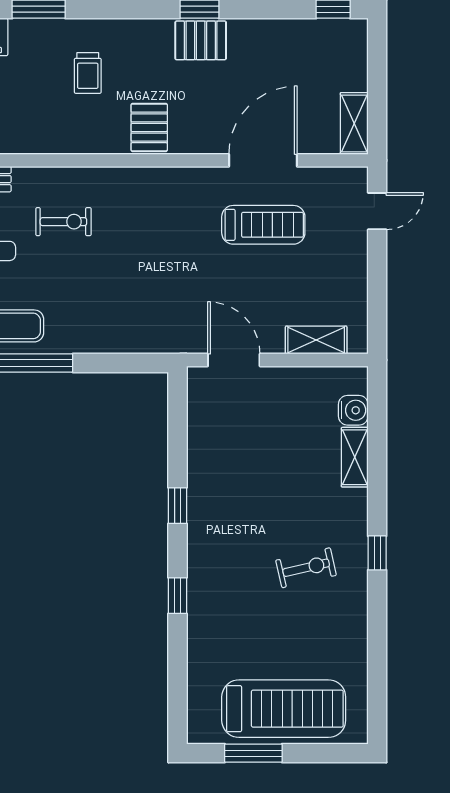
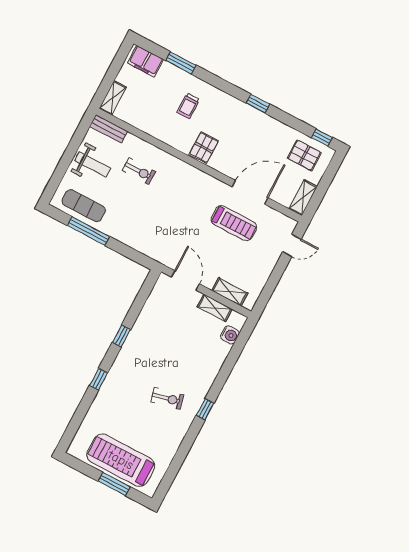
pallet: (201, 40) -> (304, 155), moved
shelving: (355, 457) -> (215, 308), moved, turned 90
treadmill: (284, 709) -> (121, 460), turned 180
window: (253, 753) -> (114, 484), moved

